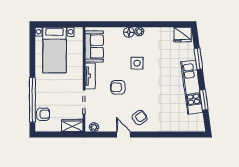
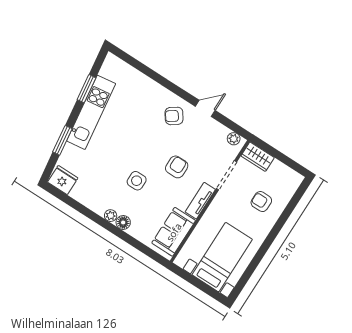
armchair: (118, 87) -> (177, 167), turned -90
window: (32, 100) -> (285, 216), removed
armchair: (43, 114) -> (261, 202), moved
door: (123, 134) -> (205, 108), swing flipped

